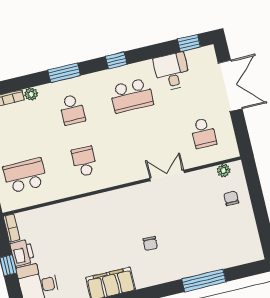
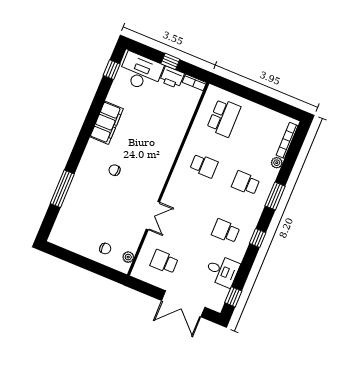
school desk: (132, 96) -> (226, 231), width x0.54

